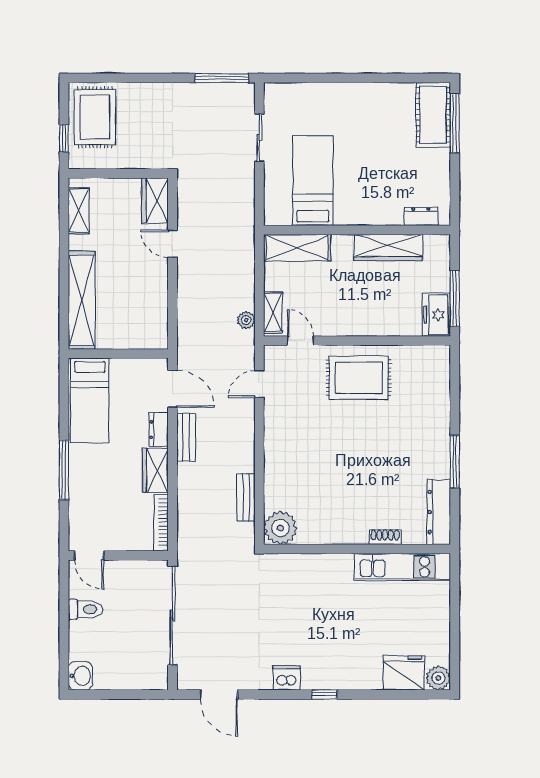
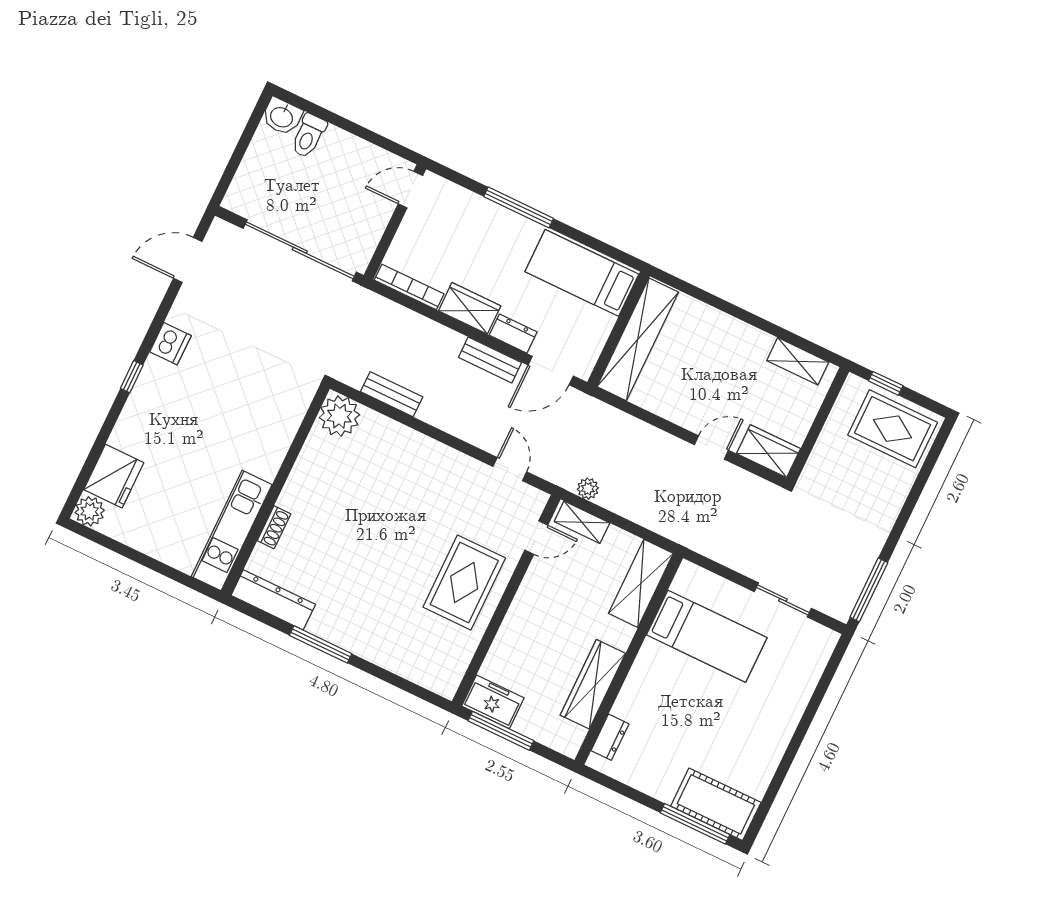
shelving: (82, 300) -> (638, 339), moved, turned 90
toilet: (85, 609) -> (309, 136), moved

